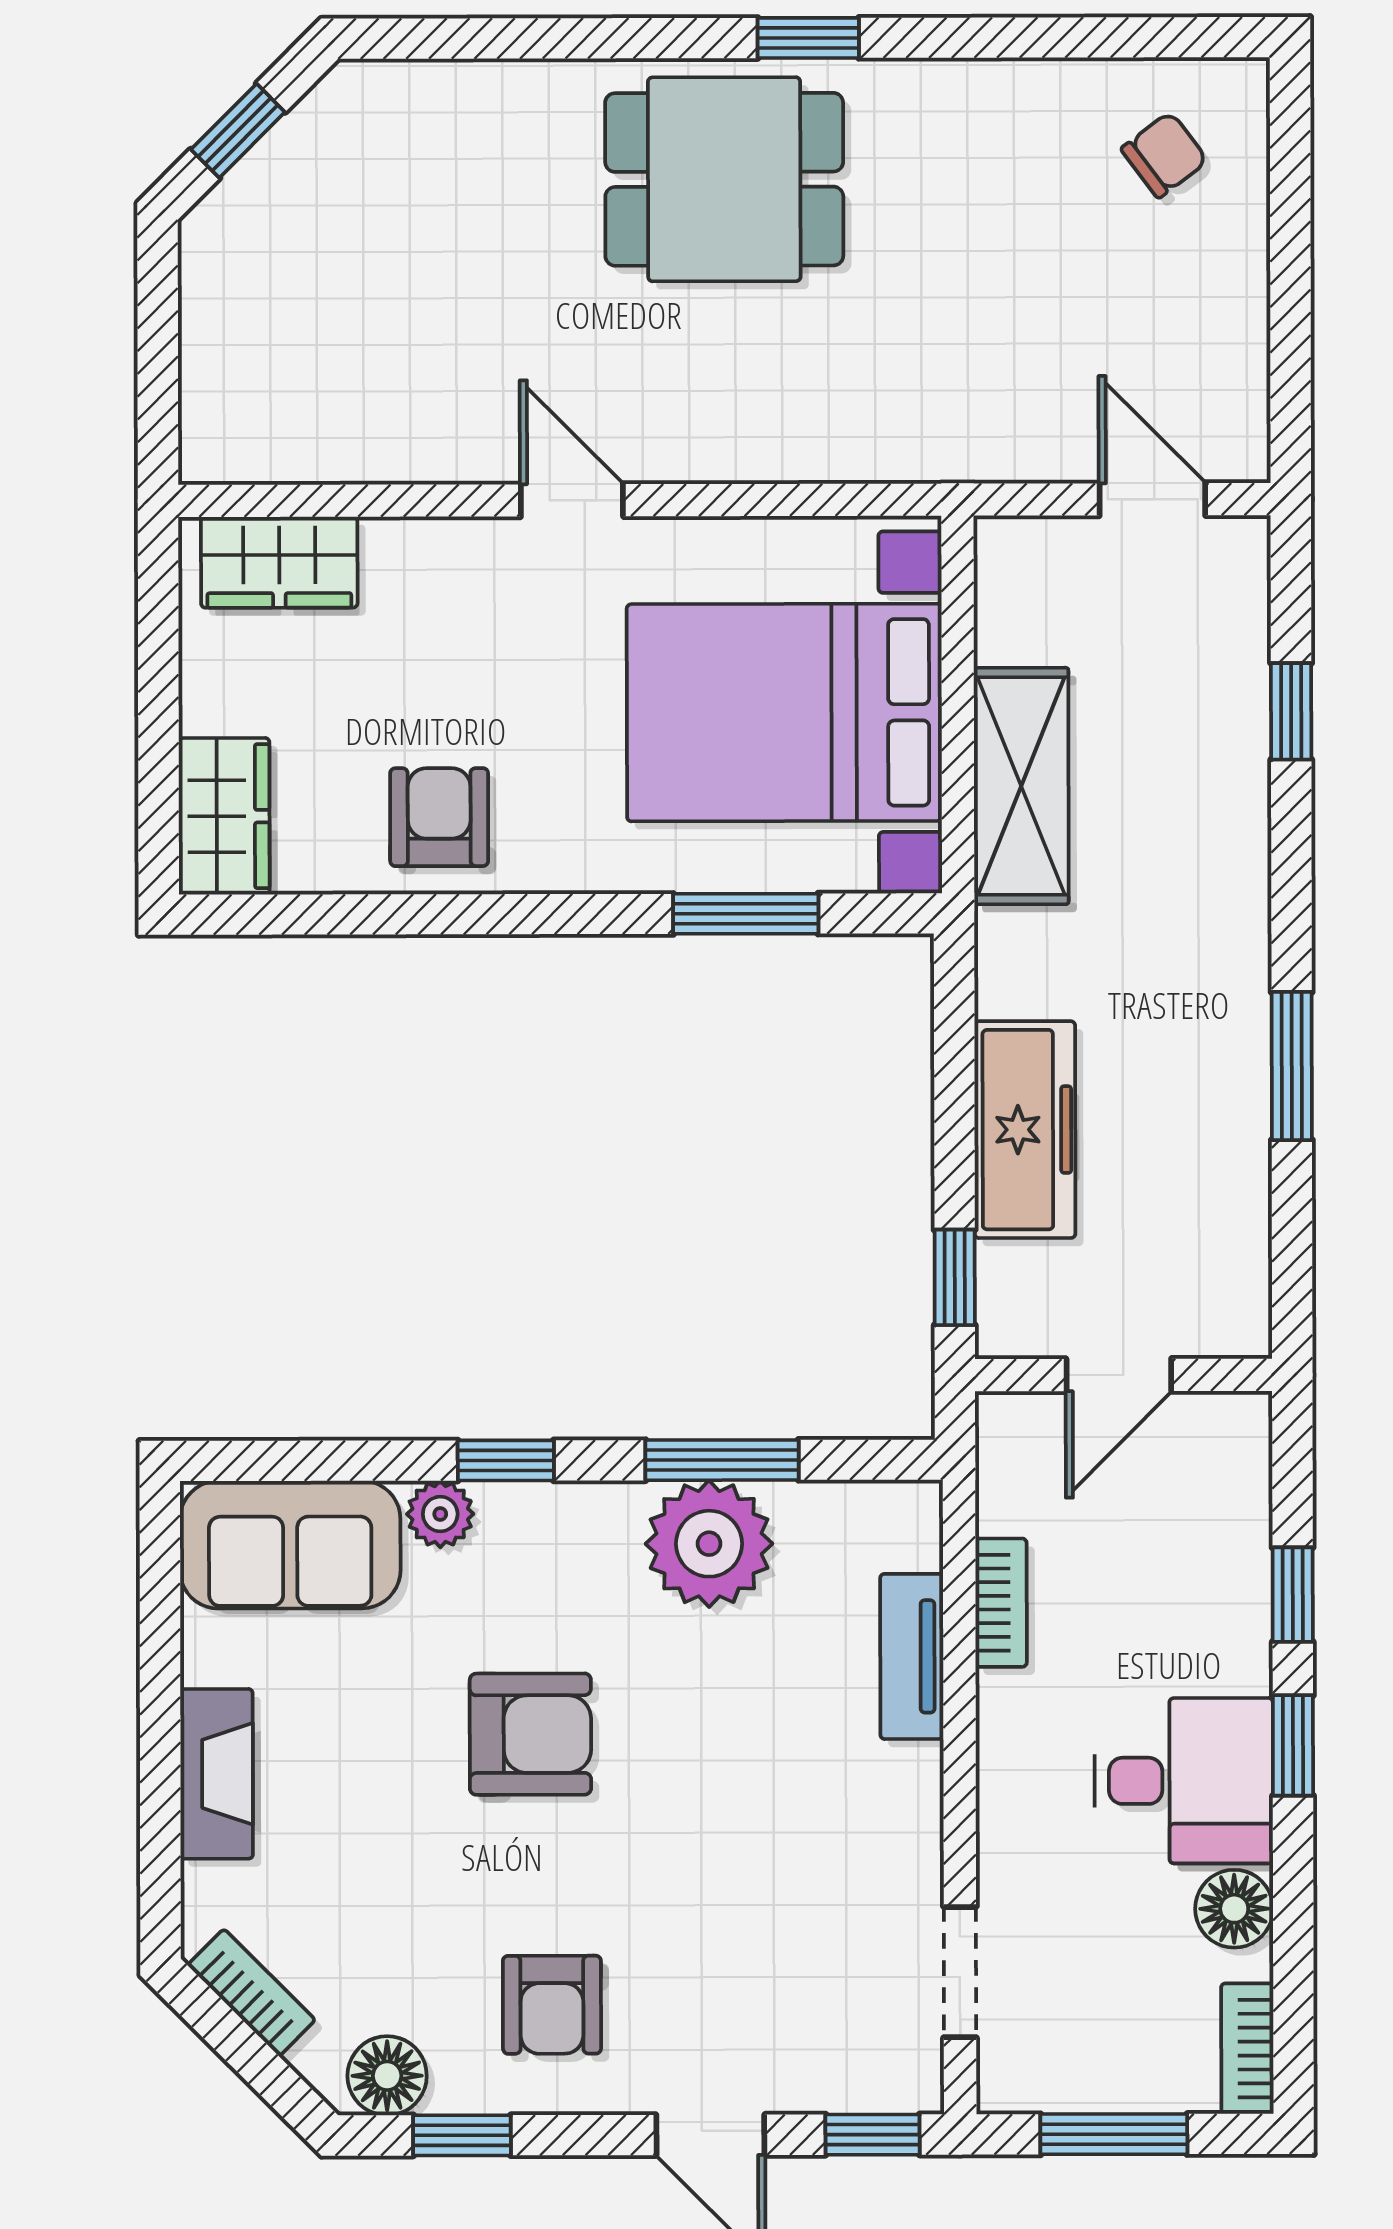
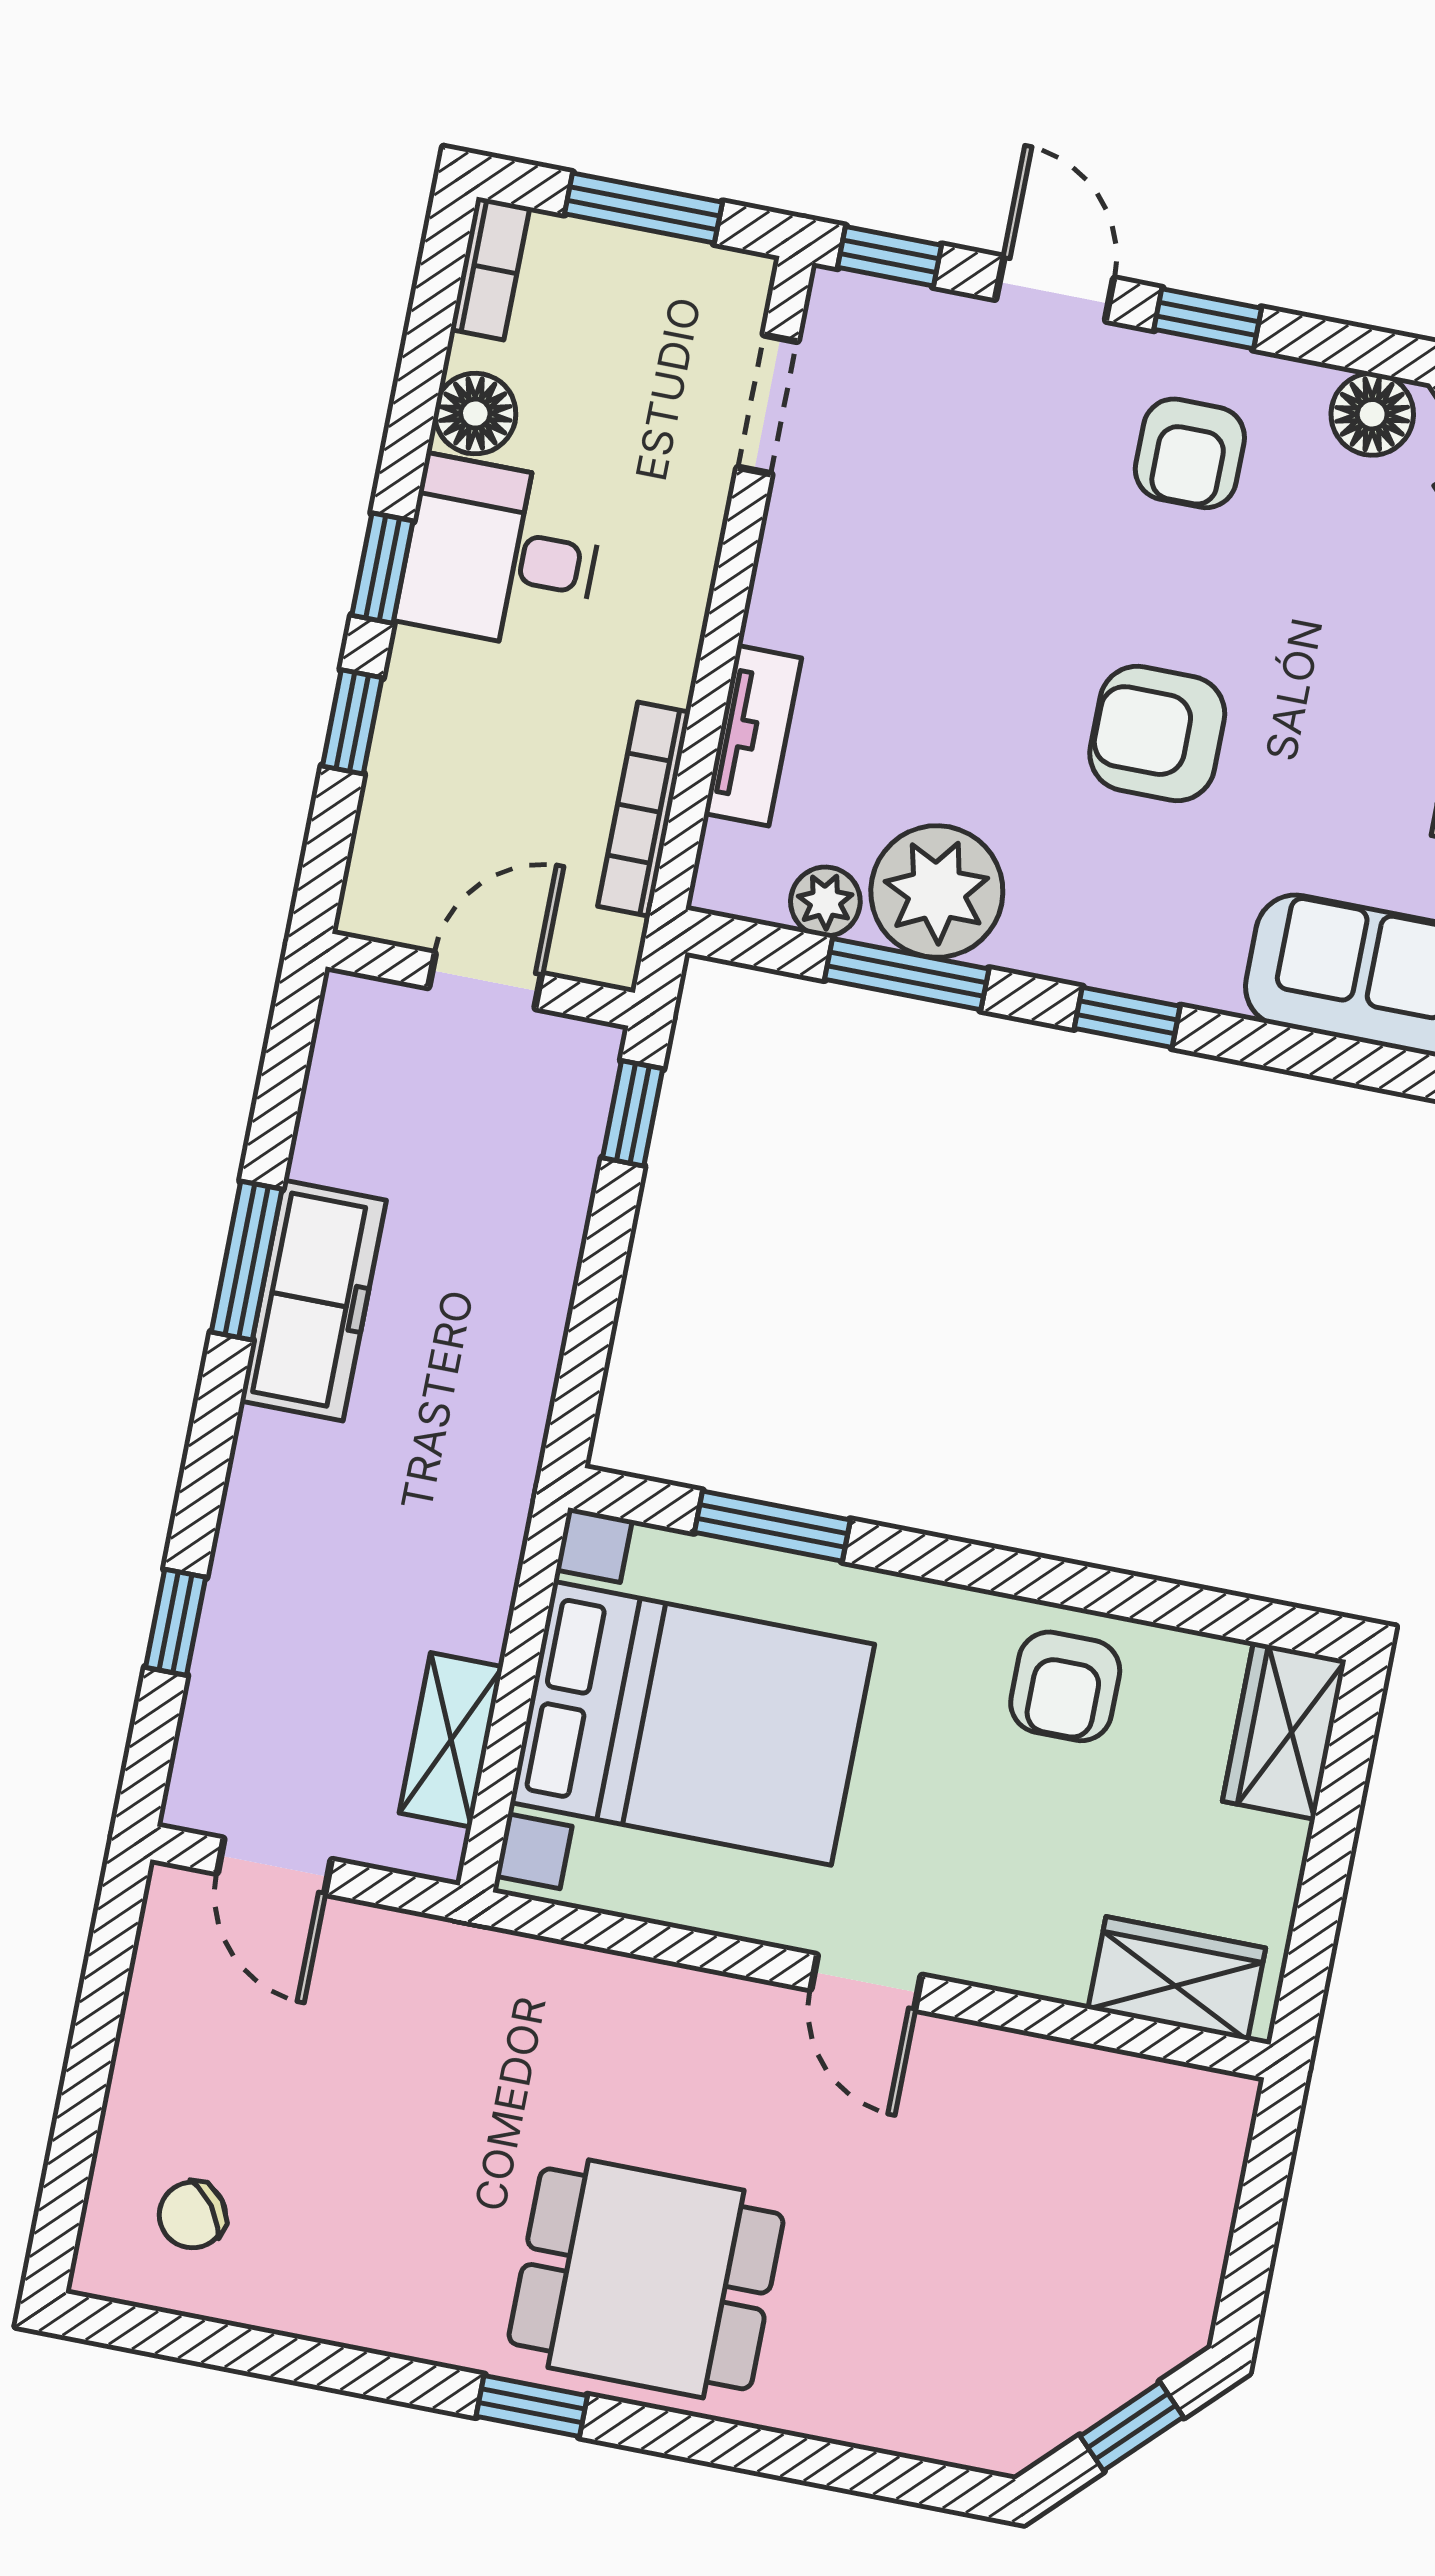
shelving: (1021, 786) -> (451, 1740), moved, width x0.67, depth x0.75
freezer: (1025, 1130) -> (313, 1301), moved, turned 180
plant: (440, 1514) -> (825, 902), moved
bookcase: (1001, 1603) -> (644, 809), width x1.56
armchair: (552, 2005) -> (1190, 453), turned 180
window: (462, 2135) -> (1208, 319), moved

